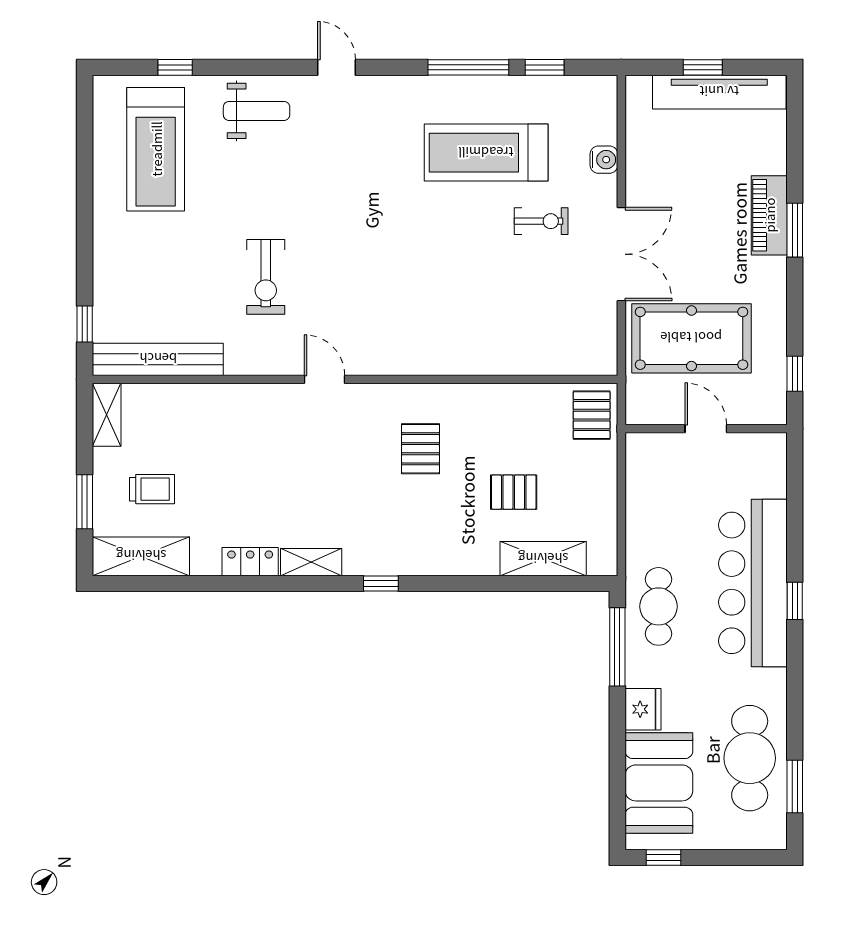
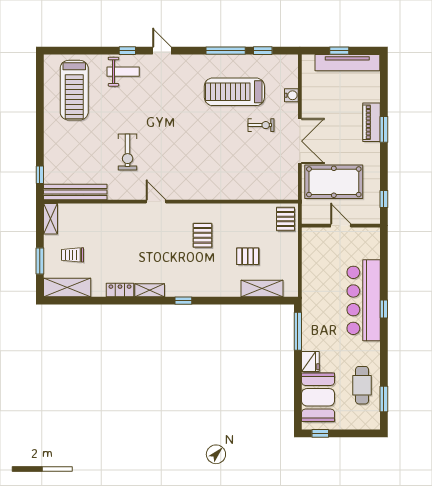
window: (175, 67) -> (127, 51), moved
trolley: (152, 489) -> (72, 255), turned 180
cafe table: (659, 606) -> (318, 312), removed
cafe table: (750, 758) -> (362, 385), width x0.73, depth x0.74

